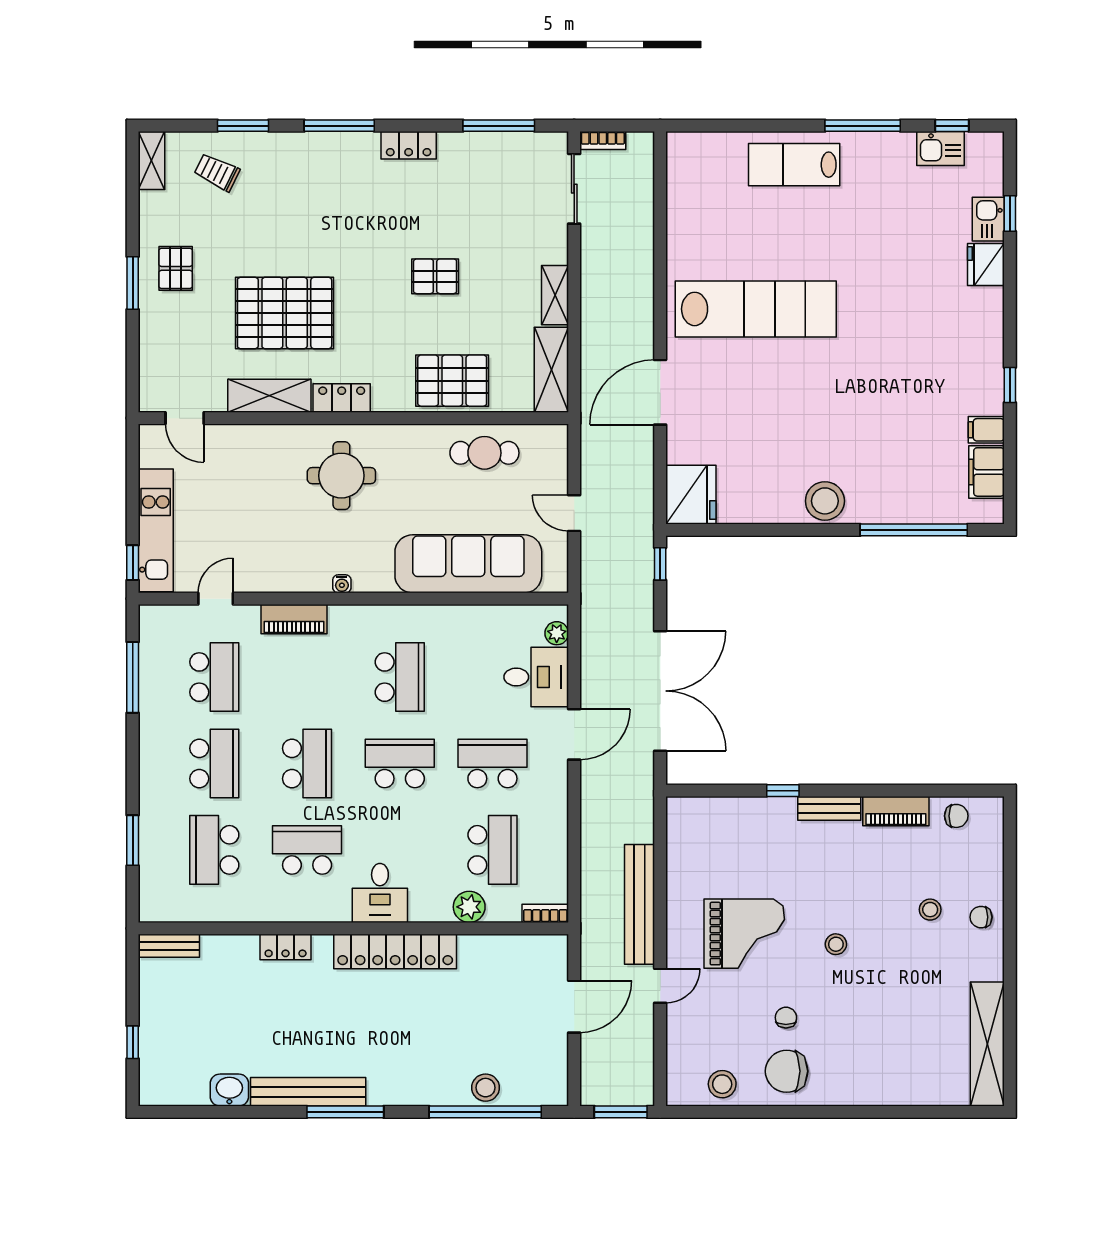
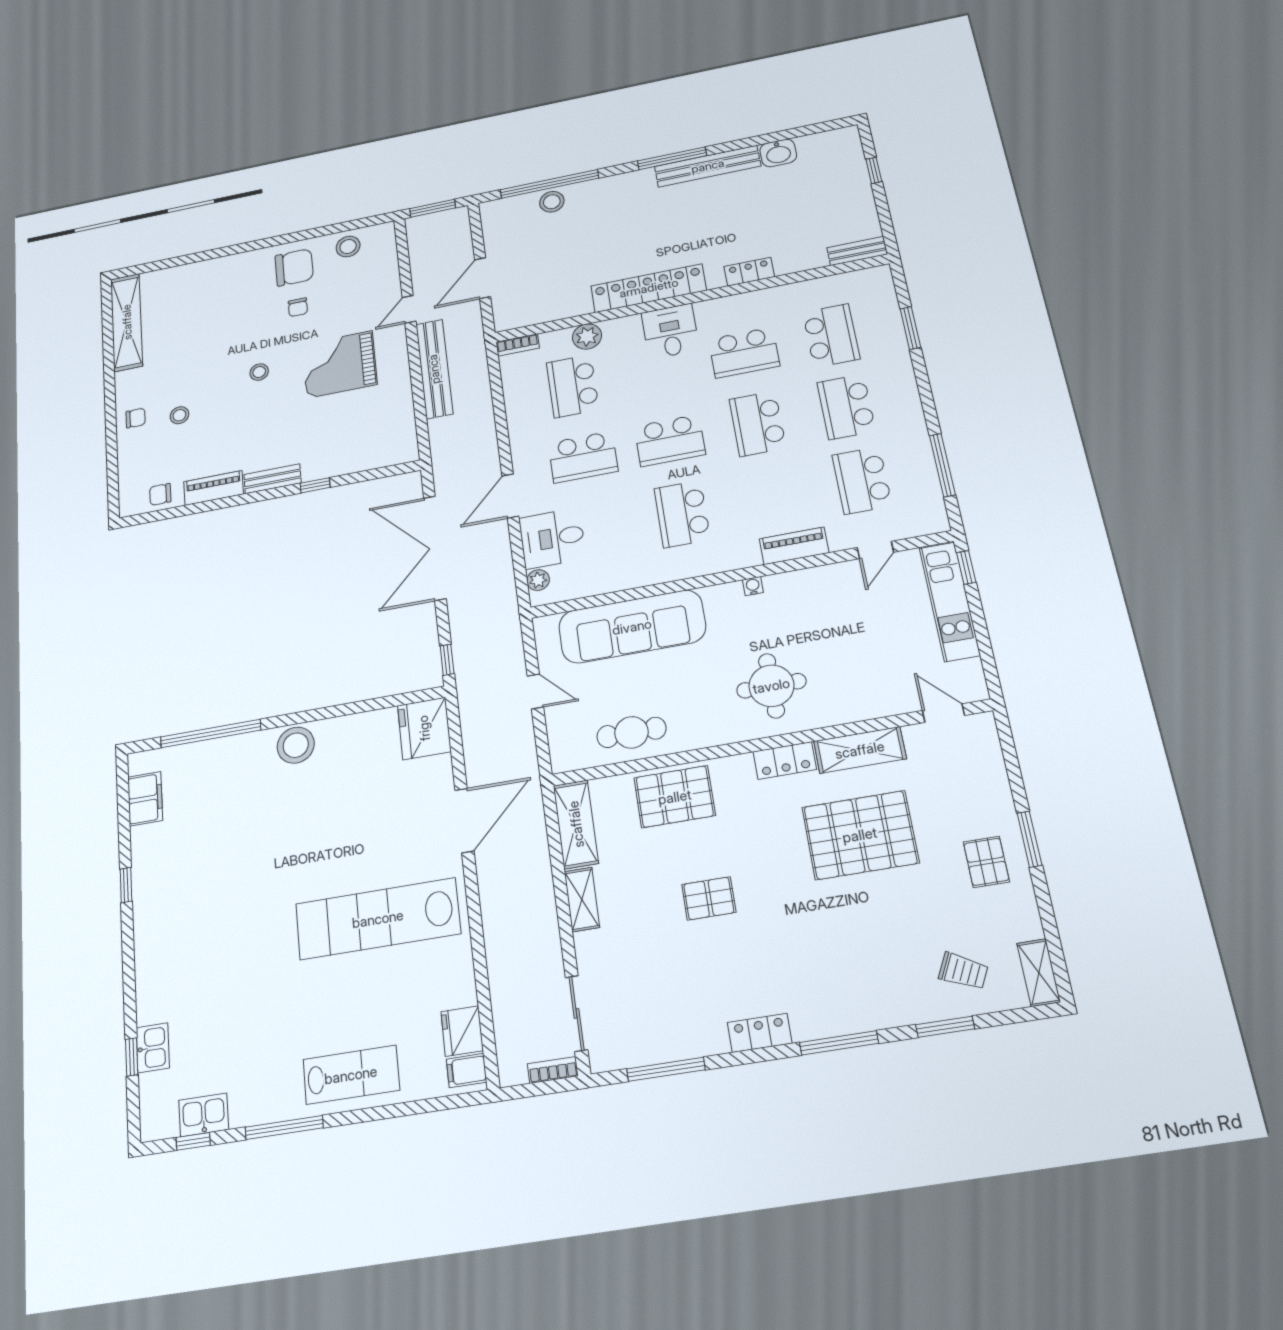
fridge: (986, 265) -> (462, 1031), moved, turned 180
filing cabinet: (986, 430) -> (466, 1071), moved, turned 180

